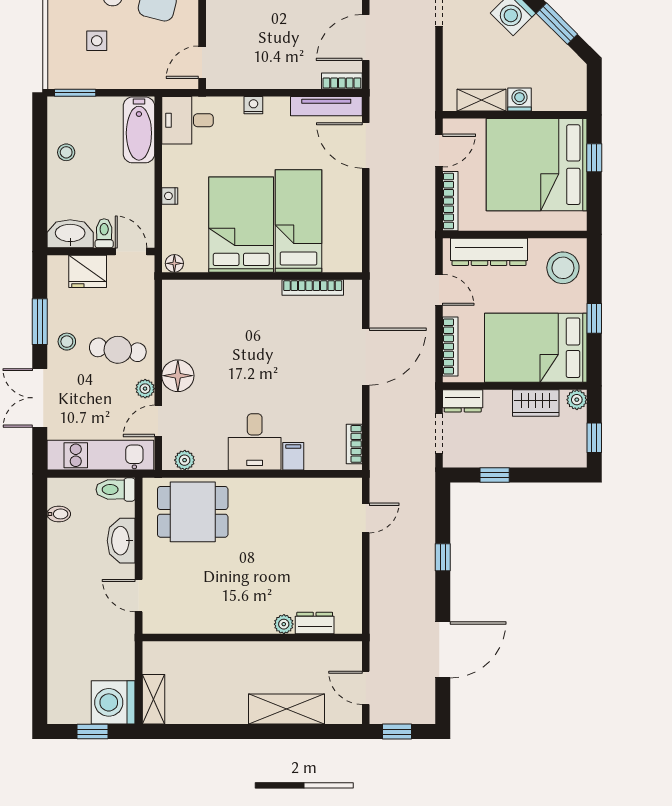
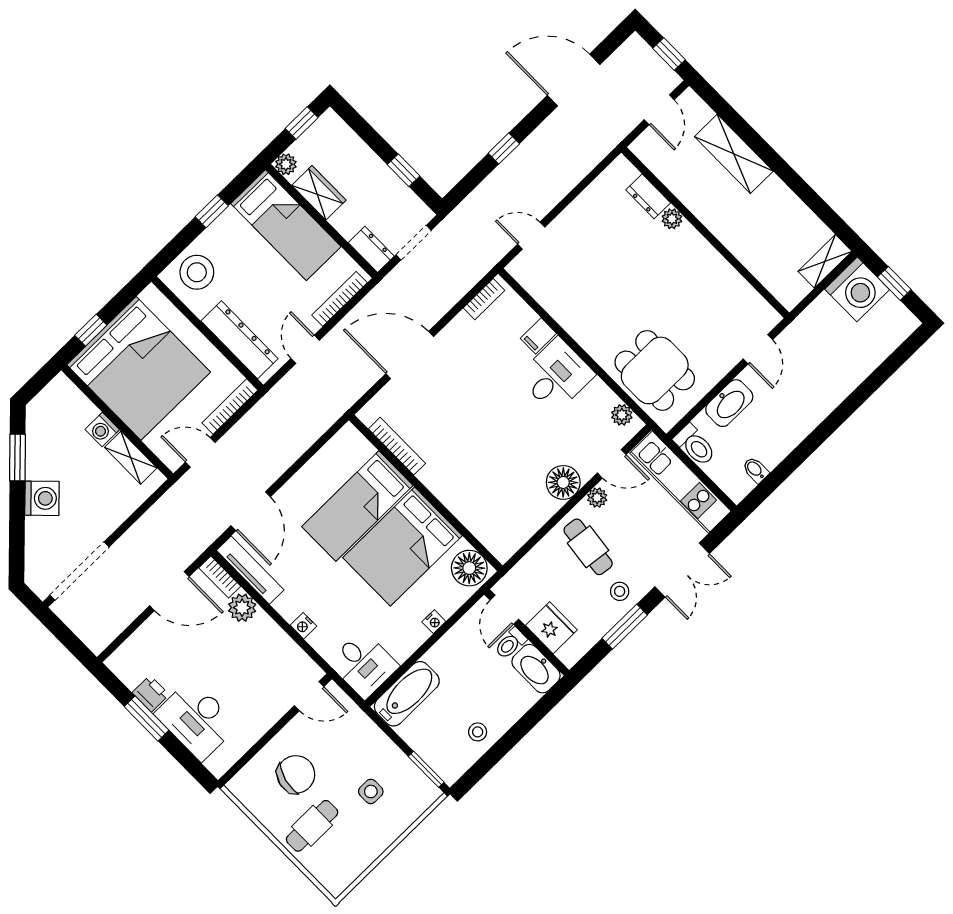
plant: (306, 76) -> (242, 608), added
floor lamp: (174, 263) -> (469, 568), width x1.89, depth x1.89
bed: (536, 348) -> (286, 225), width x0.67

